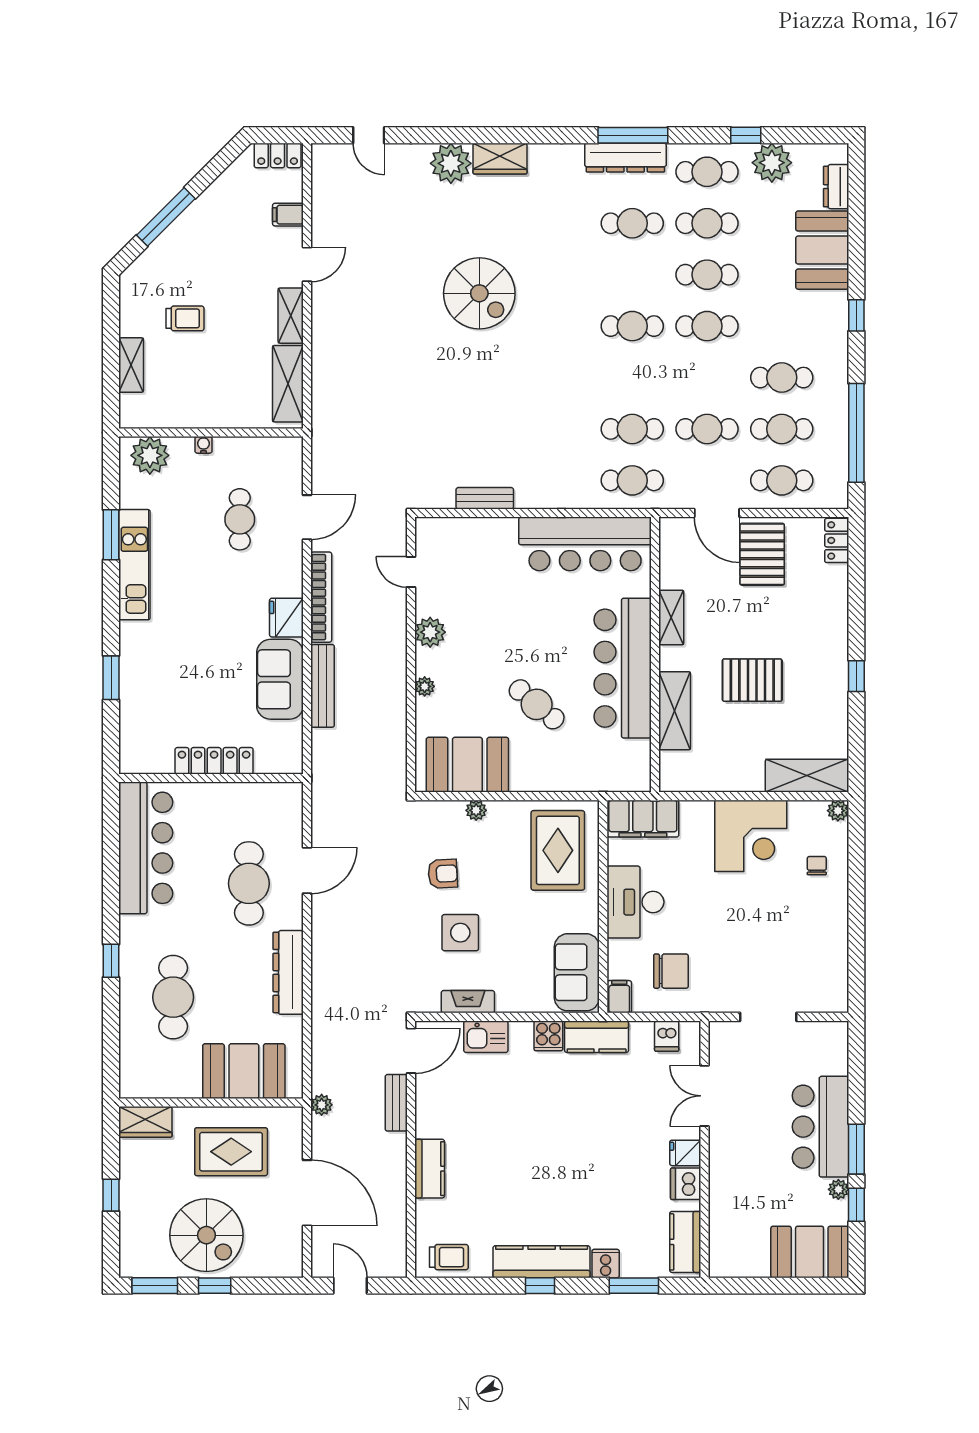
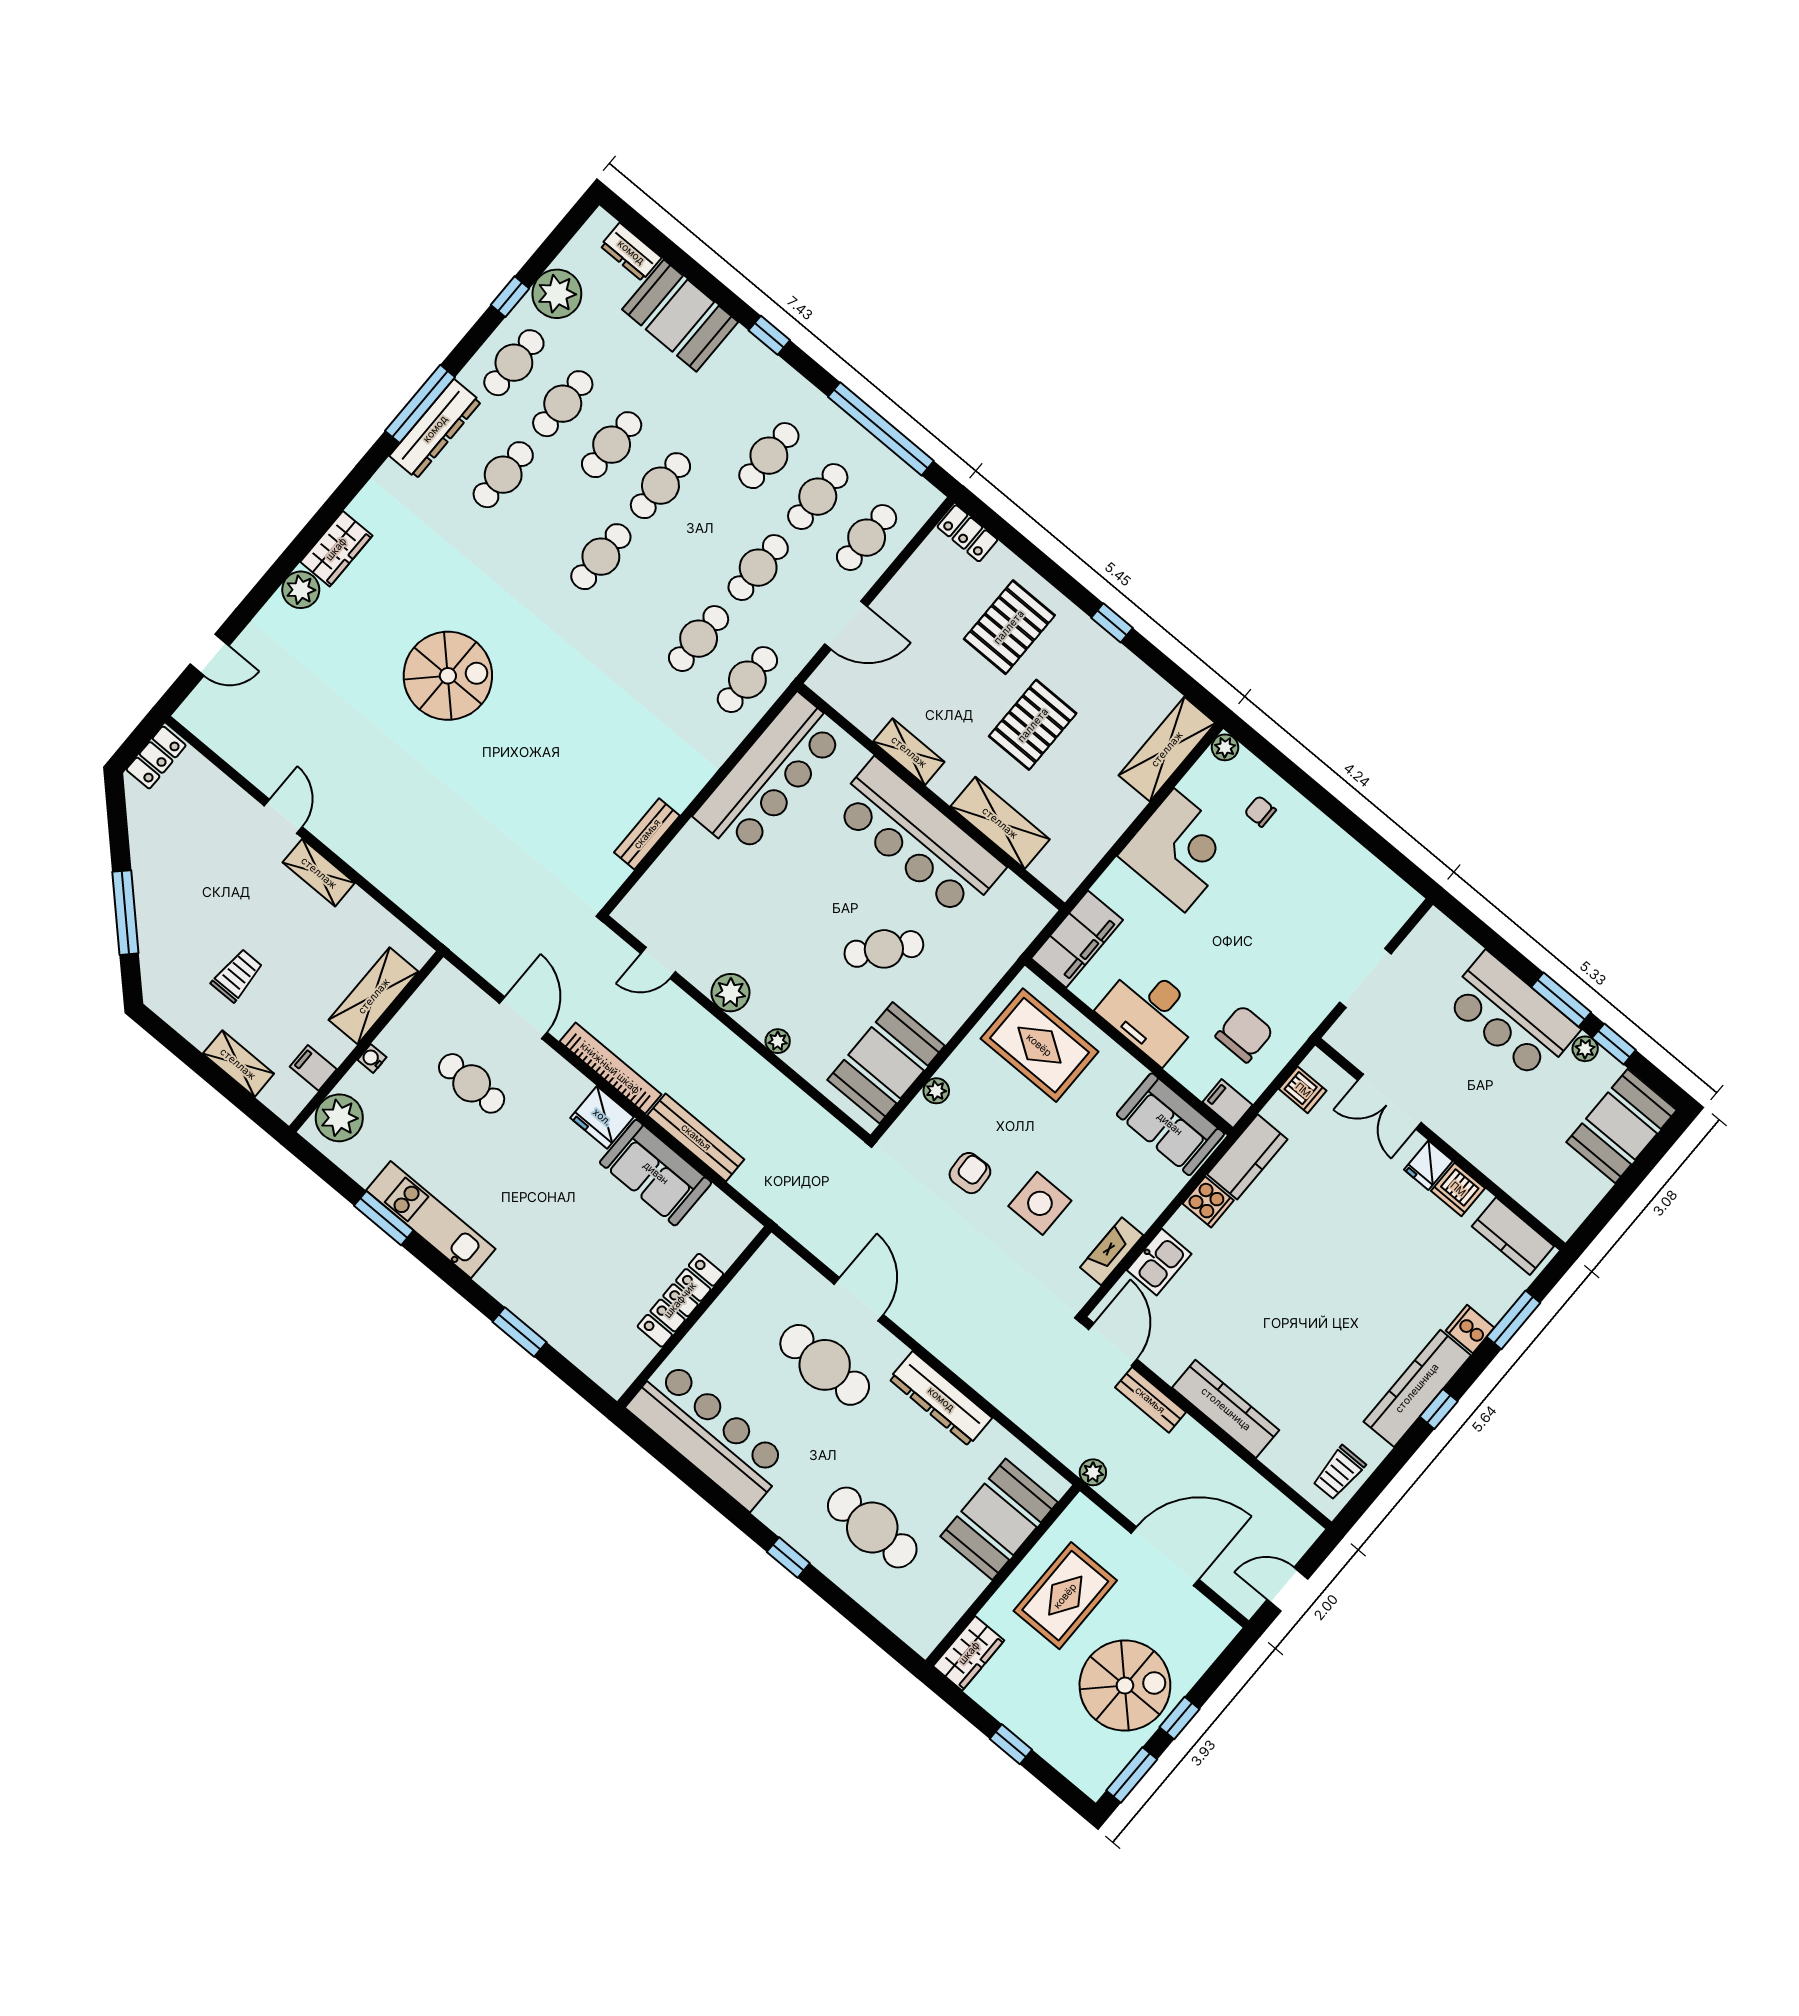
plant: (451, 163) -> (301, 590), width x0.73, depth x0.73
filing cabinet: (288, 215) -> (313, 1068), moved, turned 90
shelving: (288, 384) -> (374, 996), moved, turned 90
pallet: (762, 554) -> (1009, 627), moved, turned 90
kitchen counter: (430, 1169) -> (1226, 1409), width x1.50
trolley: (449, 1257) -> (1339, 1473), turned 180

